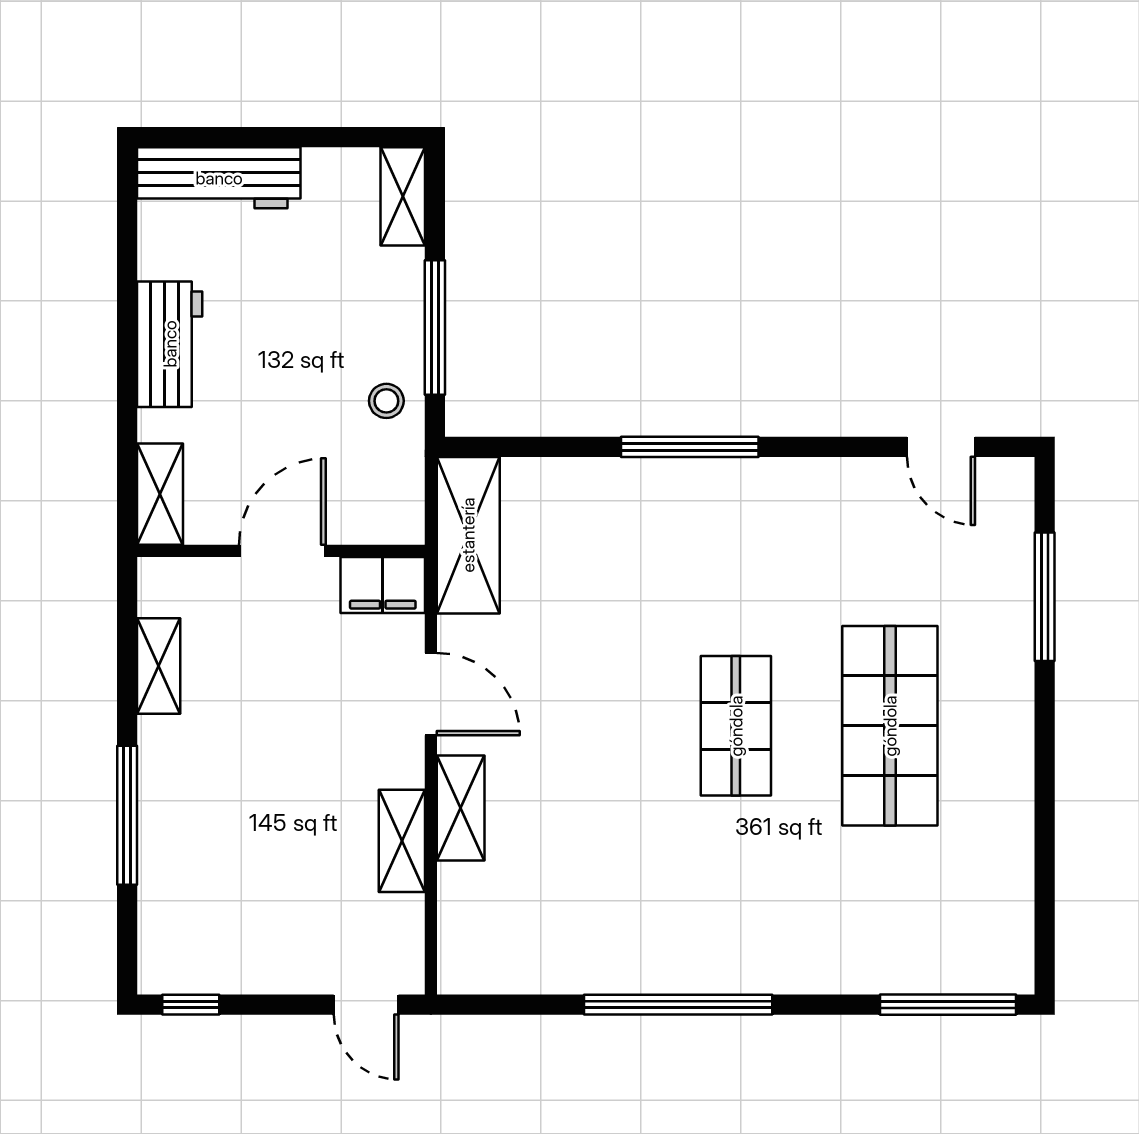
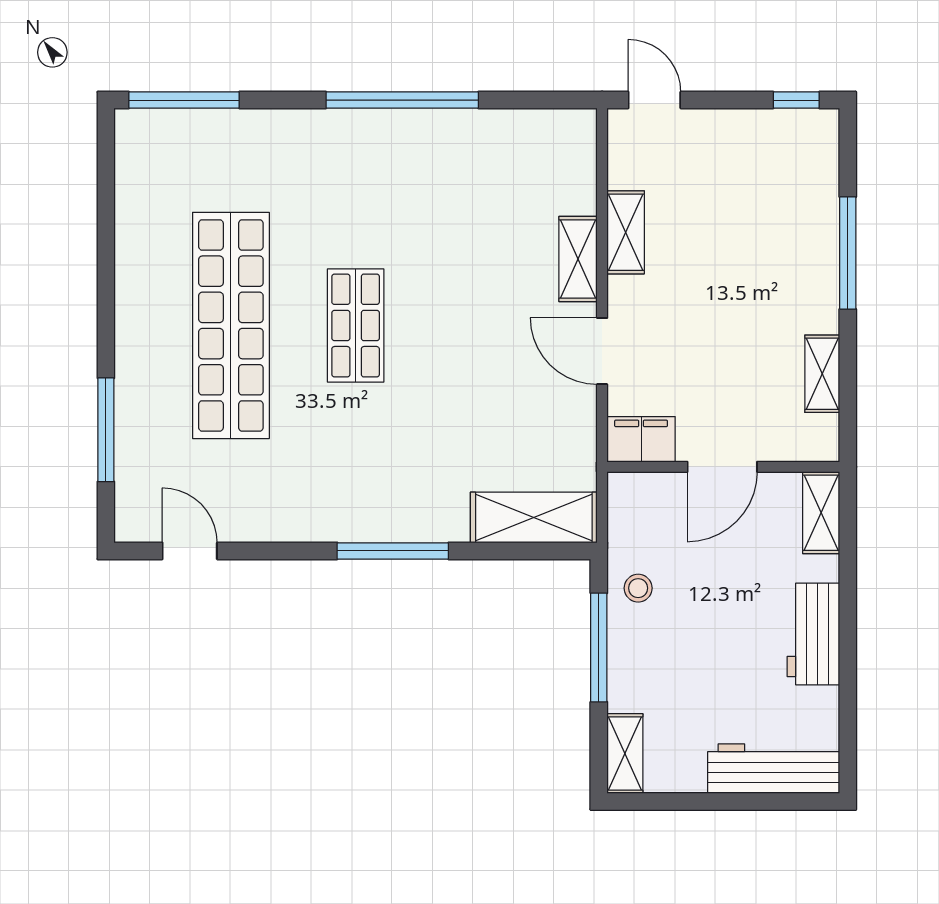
shelving: (468, 535) -> (534, 518), moved, turned 90
shop shelf: (890, 726) -> (231, 325), width x1.40

